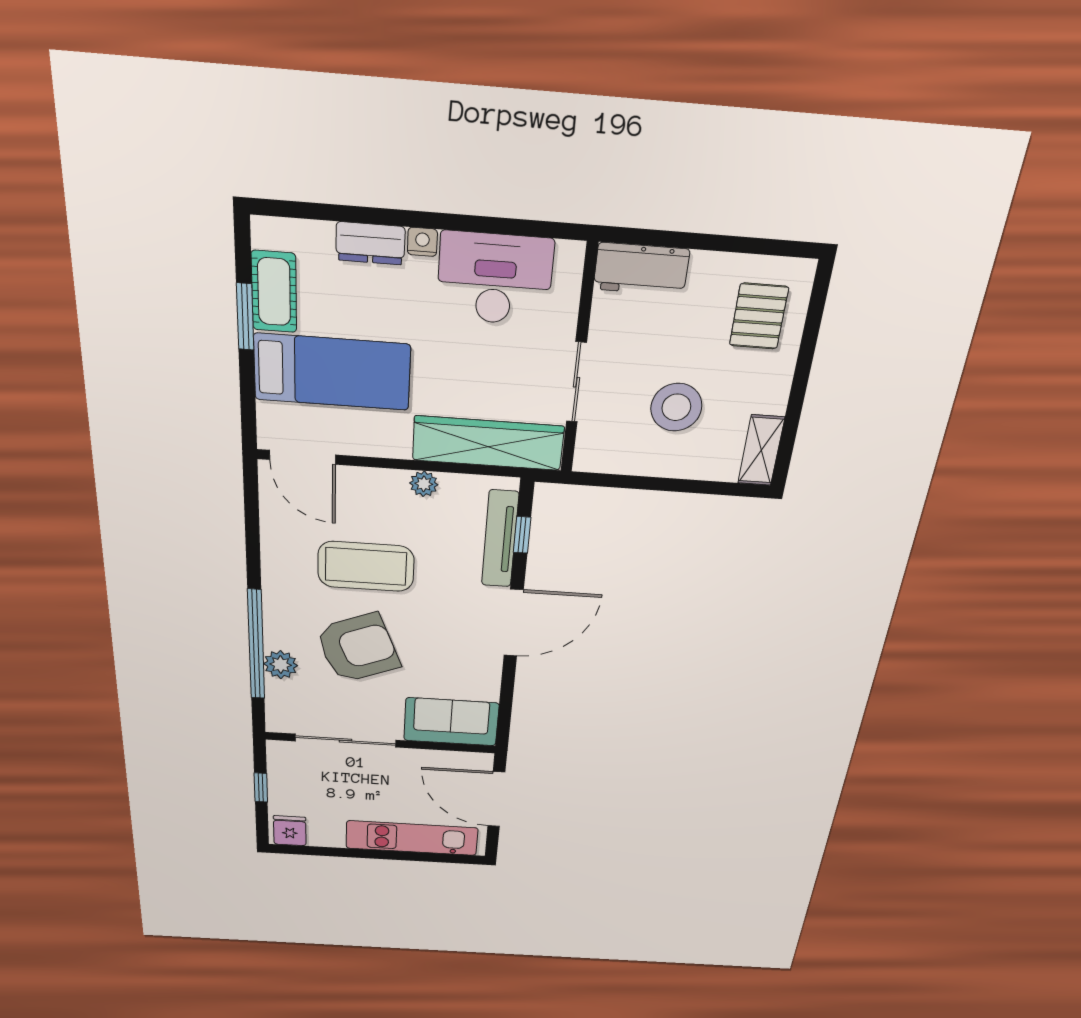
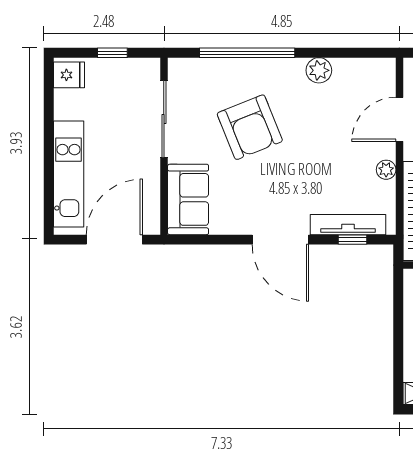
door: (303, 457) -> (399, 119), moved
coffee table: (366, 566) -> (319, 132), removed
plant: (281, 665) -> (319, 70), moved

